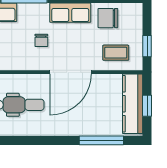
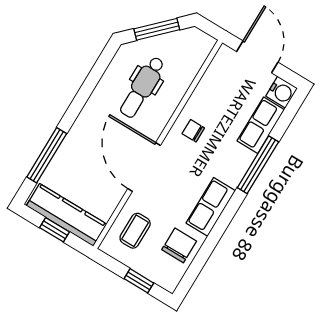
chair: (41, 40) -> (193, 131), moved
window: (147, 46) -> (139, 281), moved

